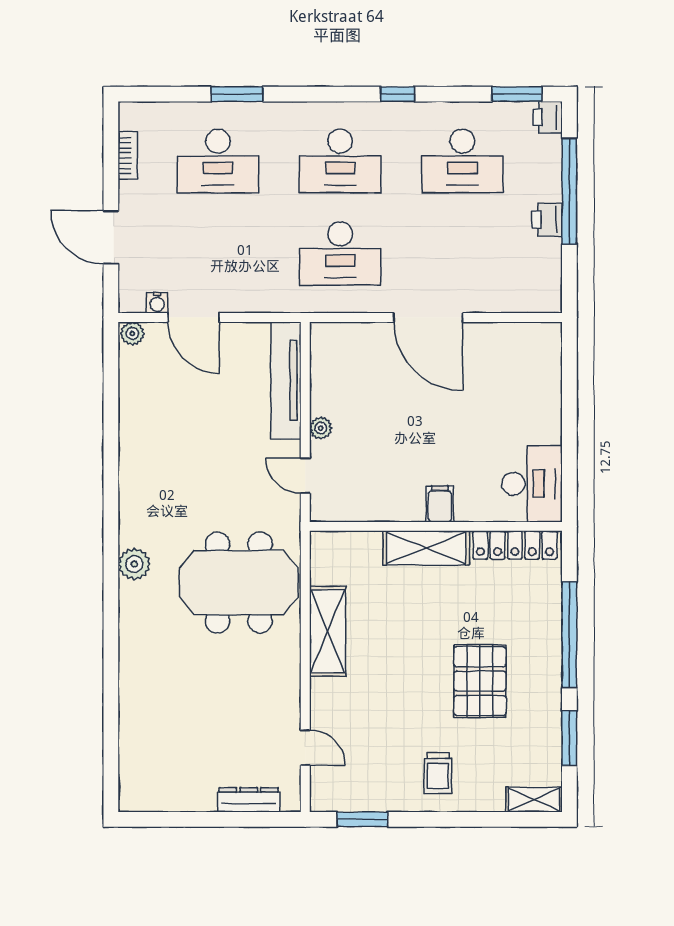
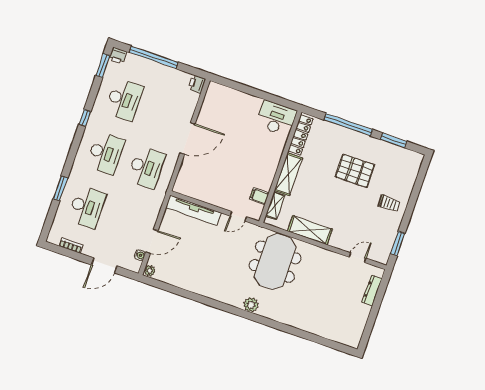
printer: (547, 220) -> (197, 84), moved, turned 90
plant: (321, 428) -> (220, 202), removed
filing cabinet: (440, 504) -> (259, 196), moved
shelving: (534, 800) -> (275, 206), moved

